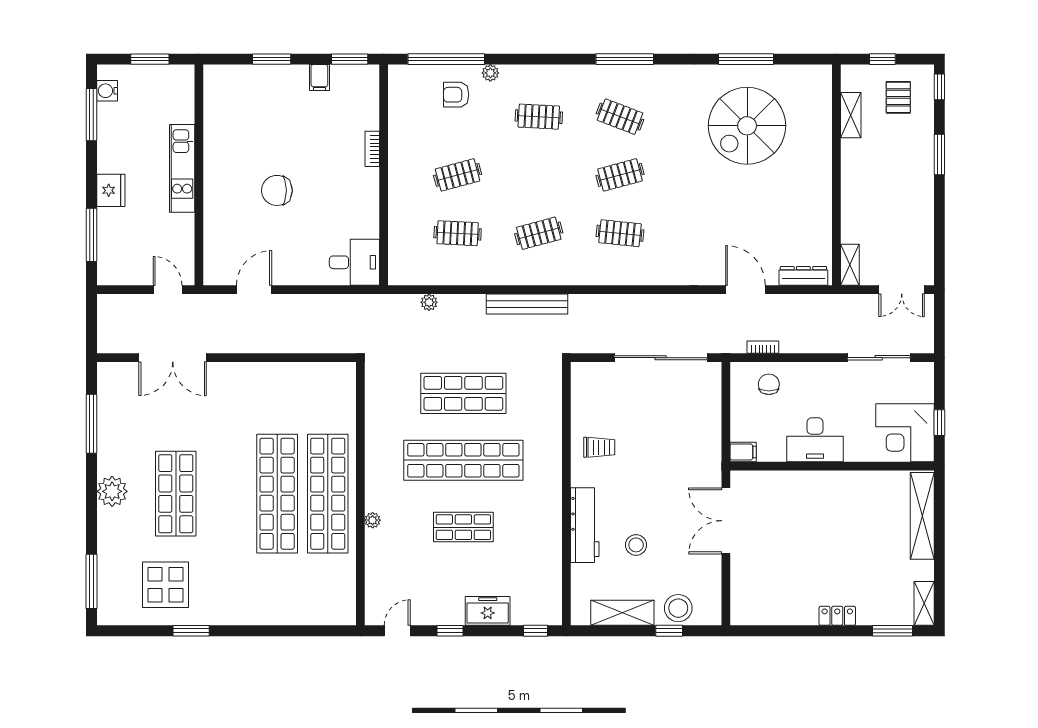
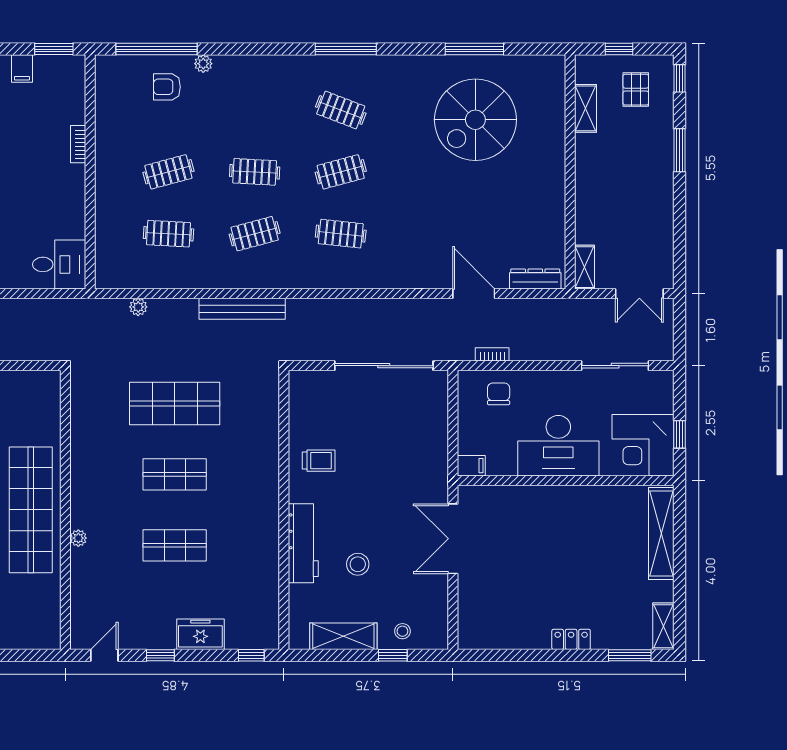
clothes rail: (539, 117) -> (255, 172), moved
desk: (815, 440) -> (558, 446), width x1.36, depth x1.30
shop shelf: (463, 460) -> (175, 474), width x0.50, depth x0.74
stool: (678, 608) -> (402, 631), width x0.53, depth x0.53

